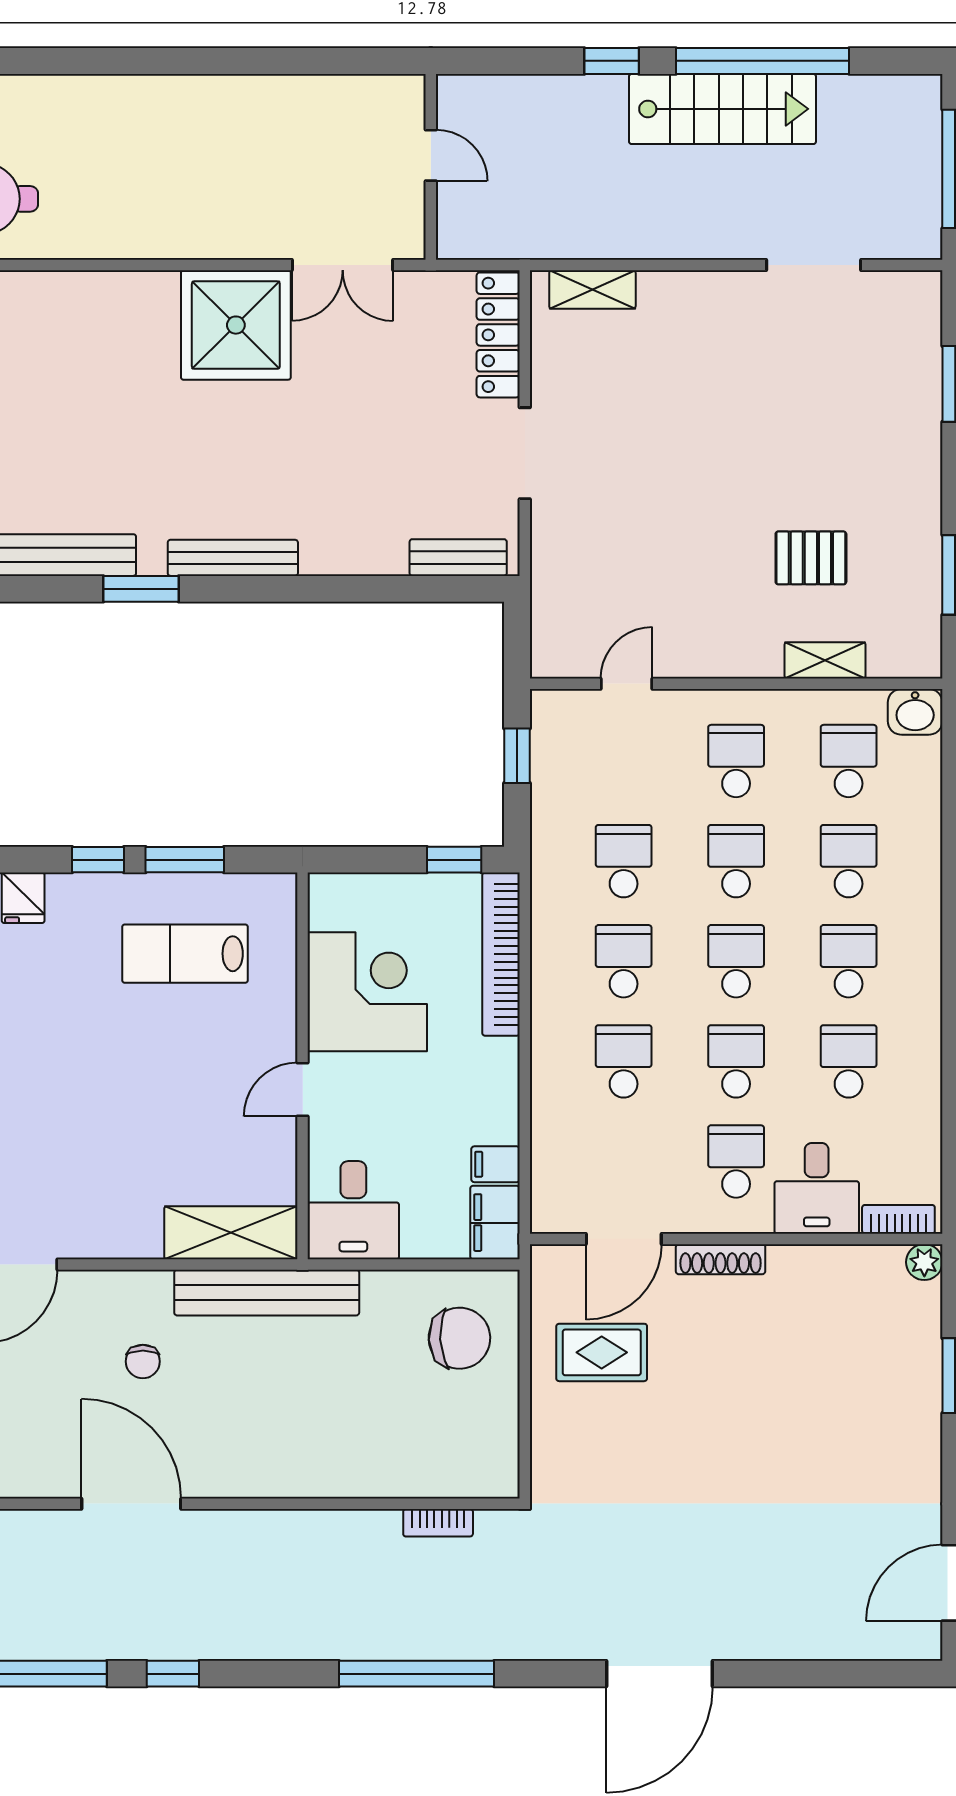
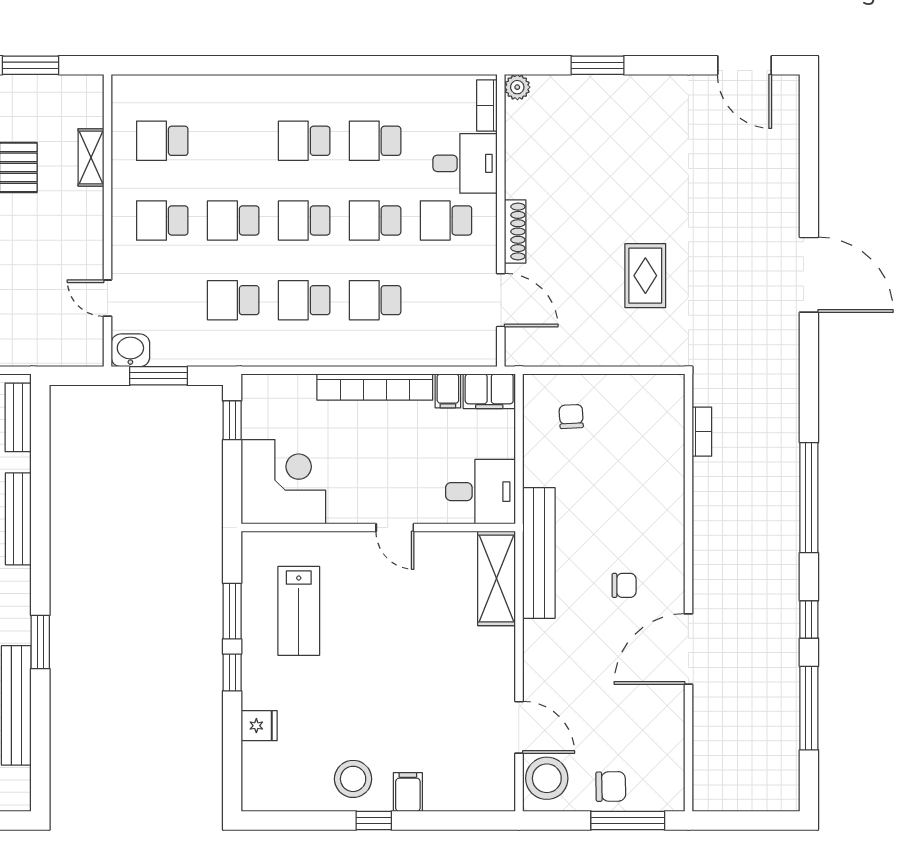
bench: (233, 558) -> (18, 519), moved
washbasin: (915, 712) -> (130, 350), moved, turned -90
window: (517, 756) -> (159, 376), width x1.50
school desk: (849, 861) -> (233, 141), removed
bookcase: (501, 954) -> (375, 387), moved
corner desk: (367, 992) -> (283, 482), moved, turned 90
chair: (459, 1338) -> (571, 416), width x0.54, depth x0.54
rug: (602, 1352) -> (645, 276), moved
chair: (143, 1361) -> (624, 585), moved
window: (416, 1674) -> (809, 498), moved

